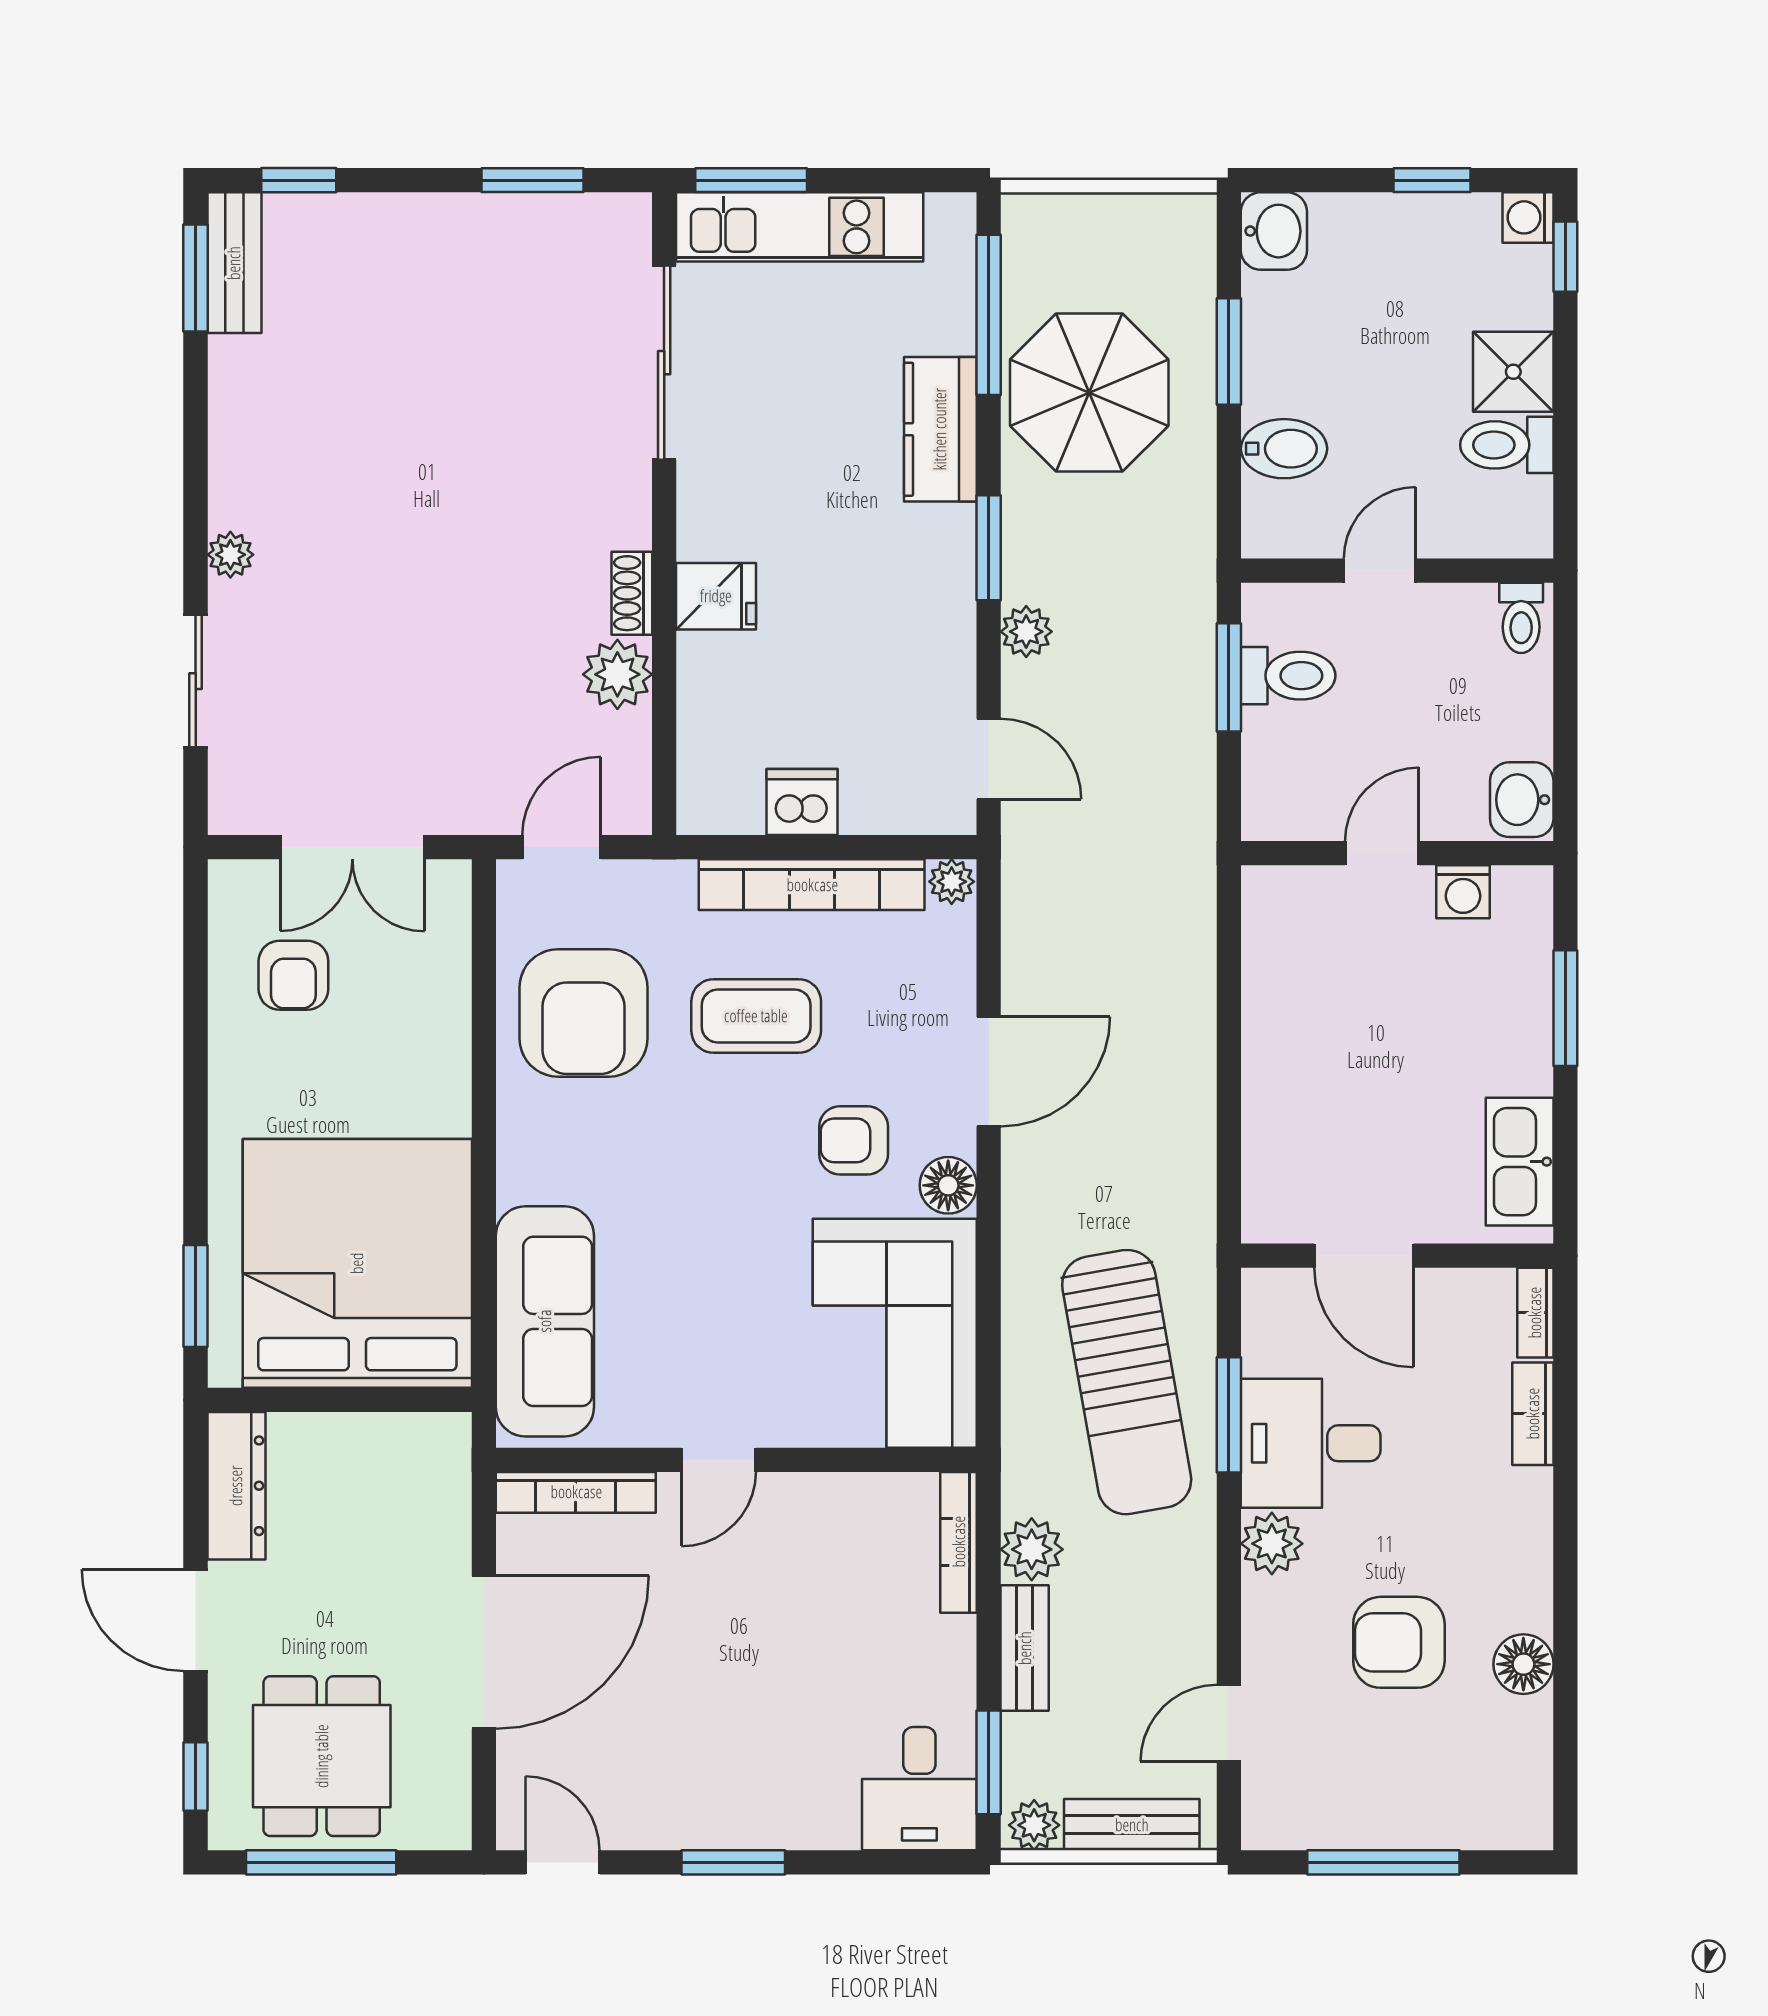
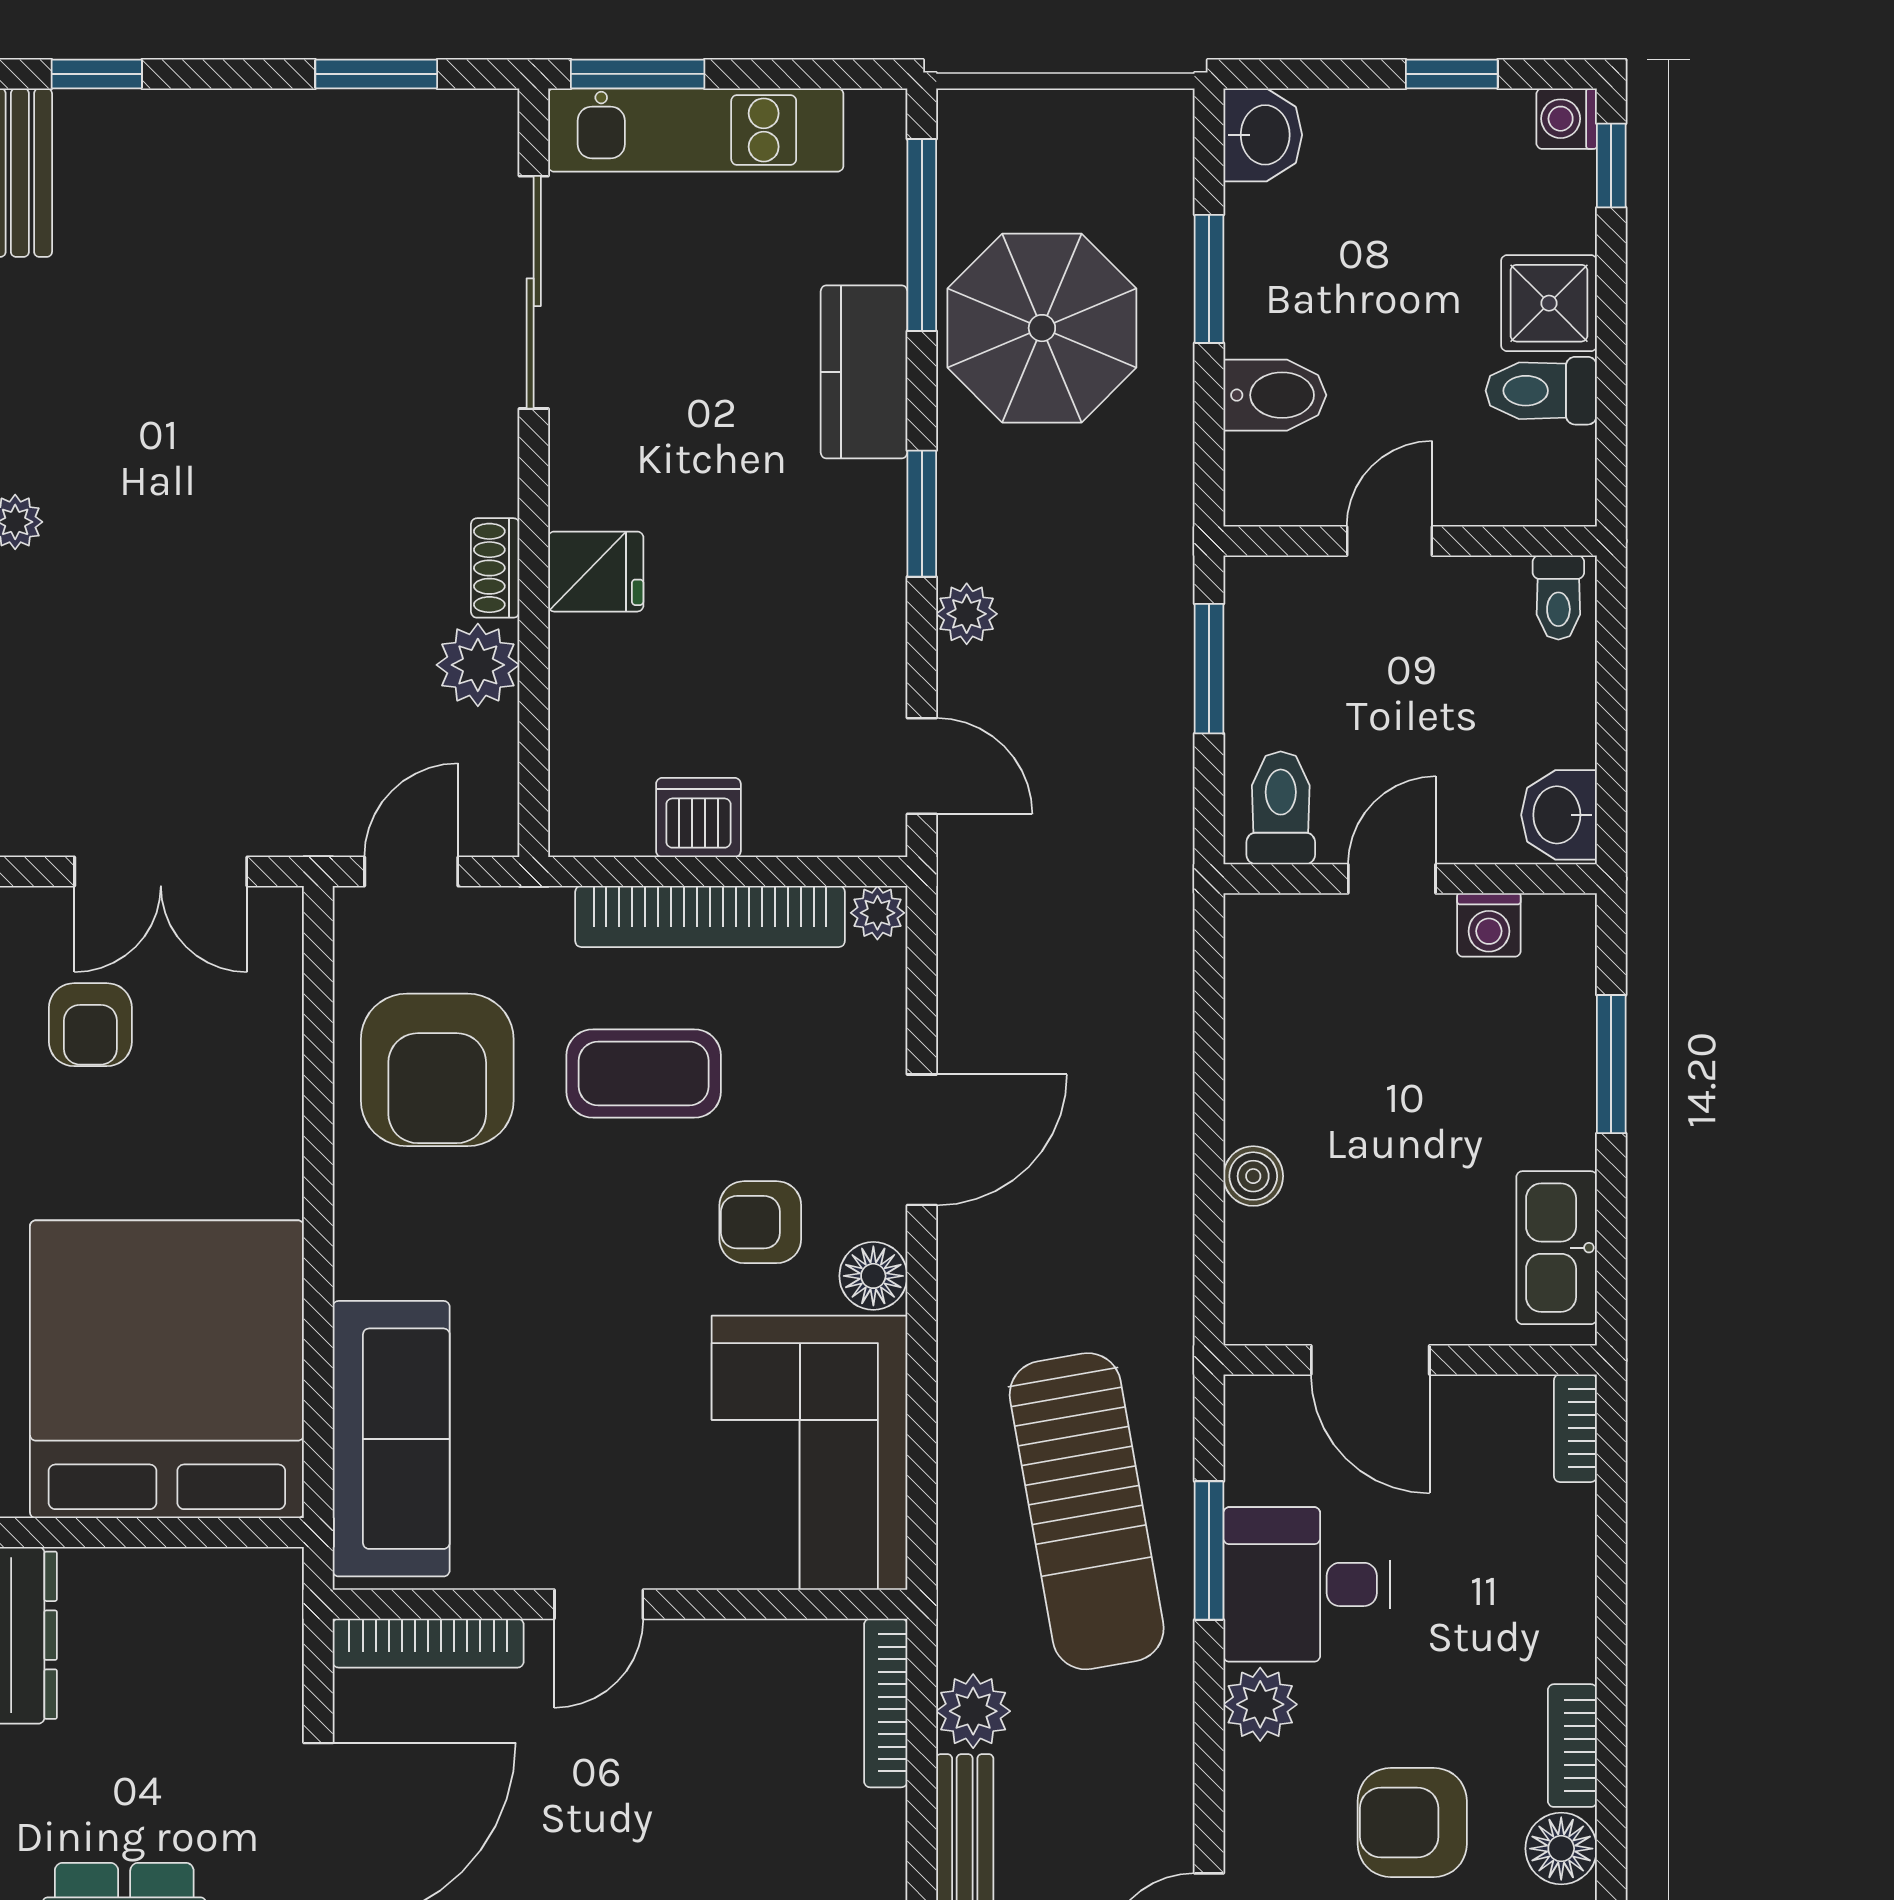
toilet: (1288, 676) -> (1281, 808), moved, turned -90
boiler: (1266, 1102) -> (1253, 1176), added
bookcase: (1533, 1414) -> (1572, 1746), moved

